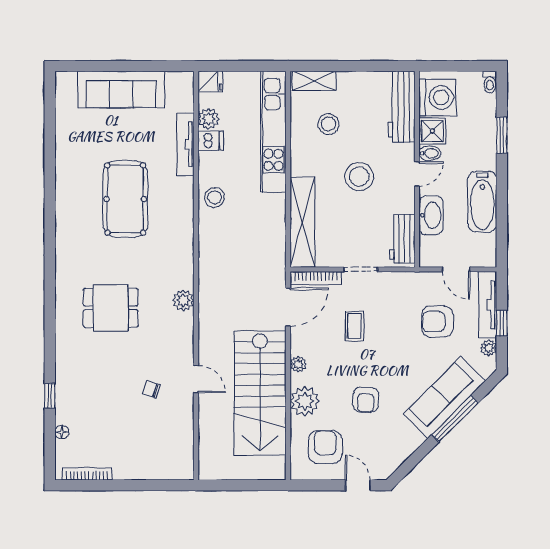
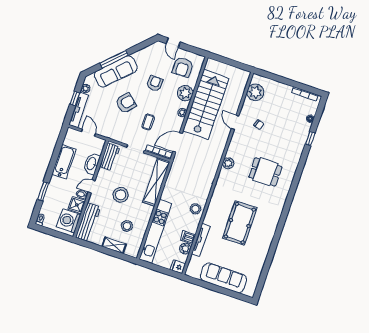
shelving: (314, 81) -> (114, 245), moved
armchair: (437, 322) -> (126, 103), moved, turned -48
plant: (178, 446) -> (255, 92), added

